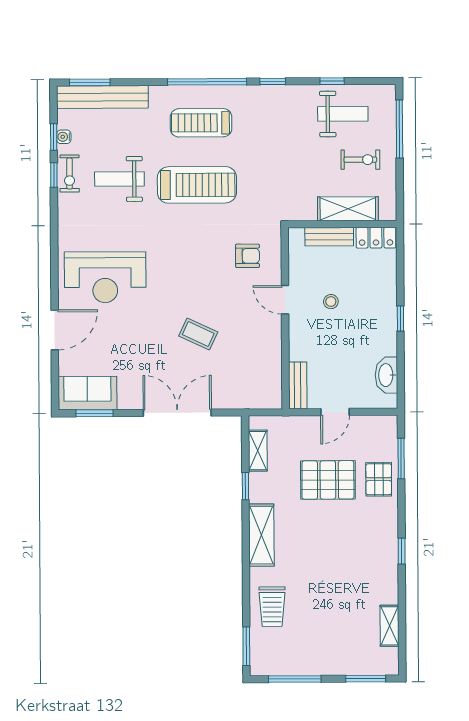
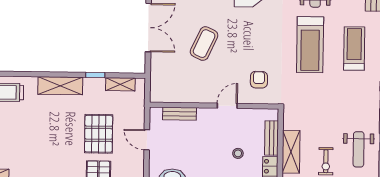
armchair: (247, 256) -> (259, 80), turned 180
stool: (331, 302) -> (238, 153), moved
coffee table: (198, 334) -> (204, 44), width x1.36, depth x1.30
bench: (298, 385) -> (179, 114), moved

